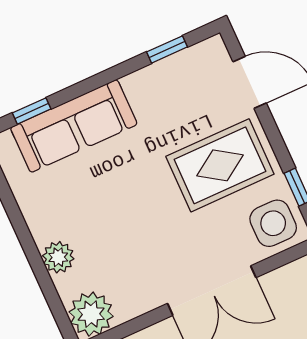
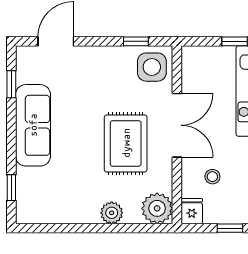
sofa: (74, 126) -> (33, 125), moved
rug: (220, 165) -> (126, 143), moved

